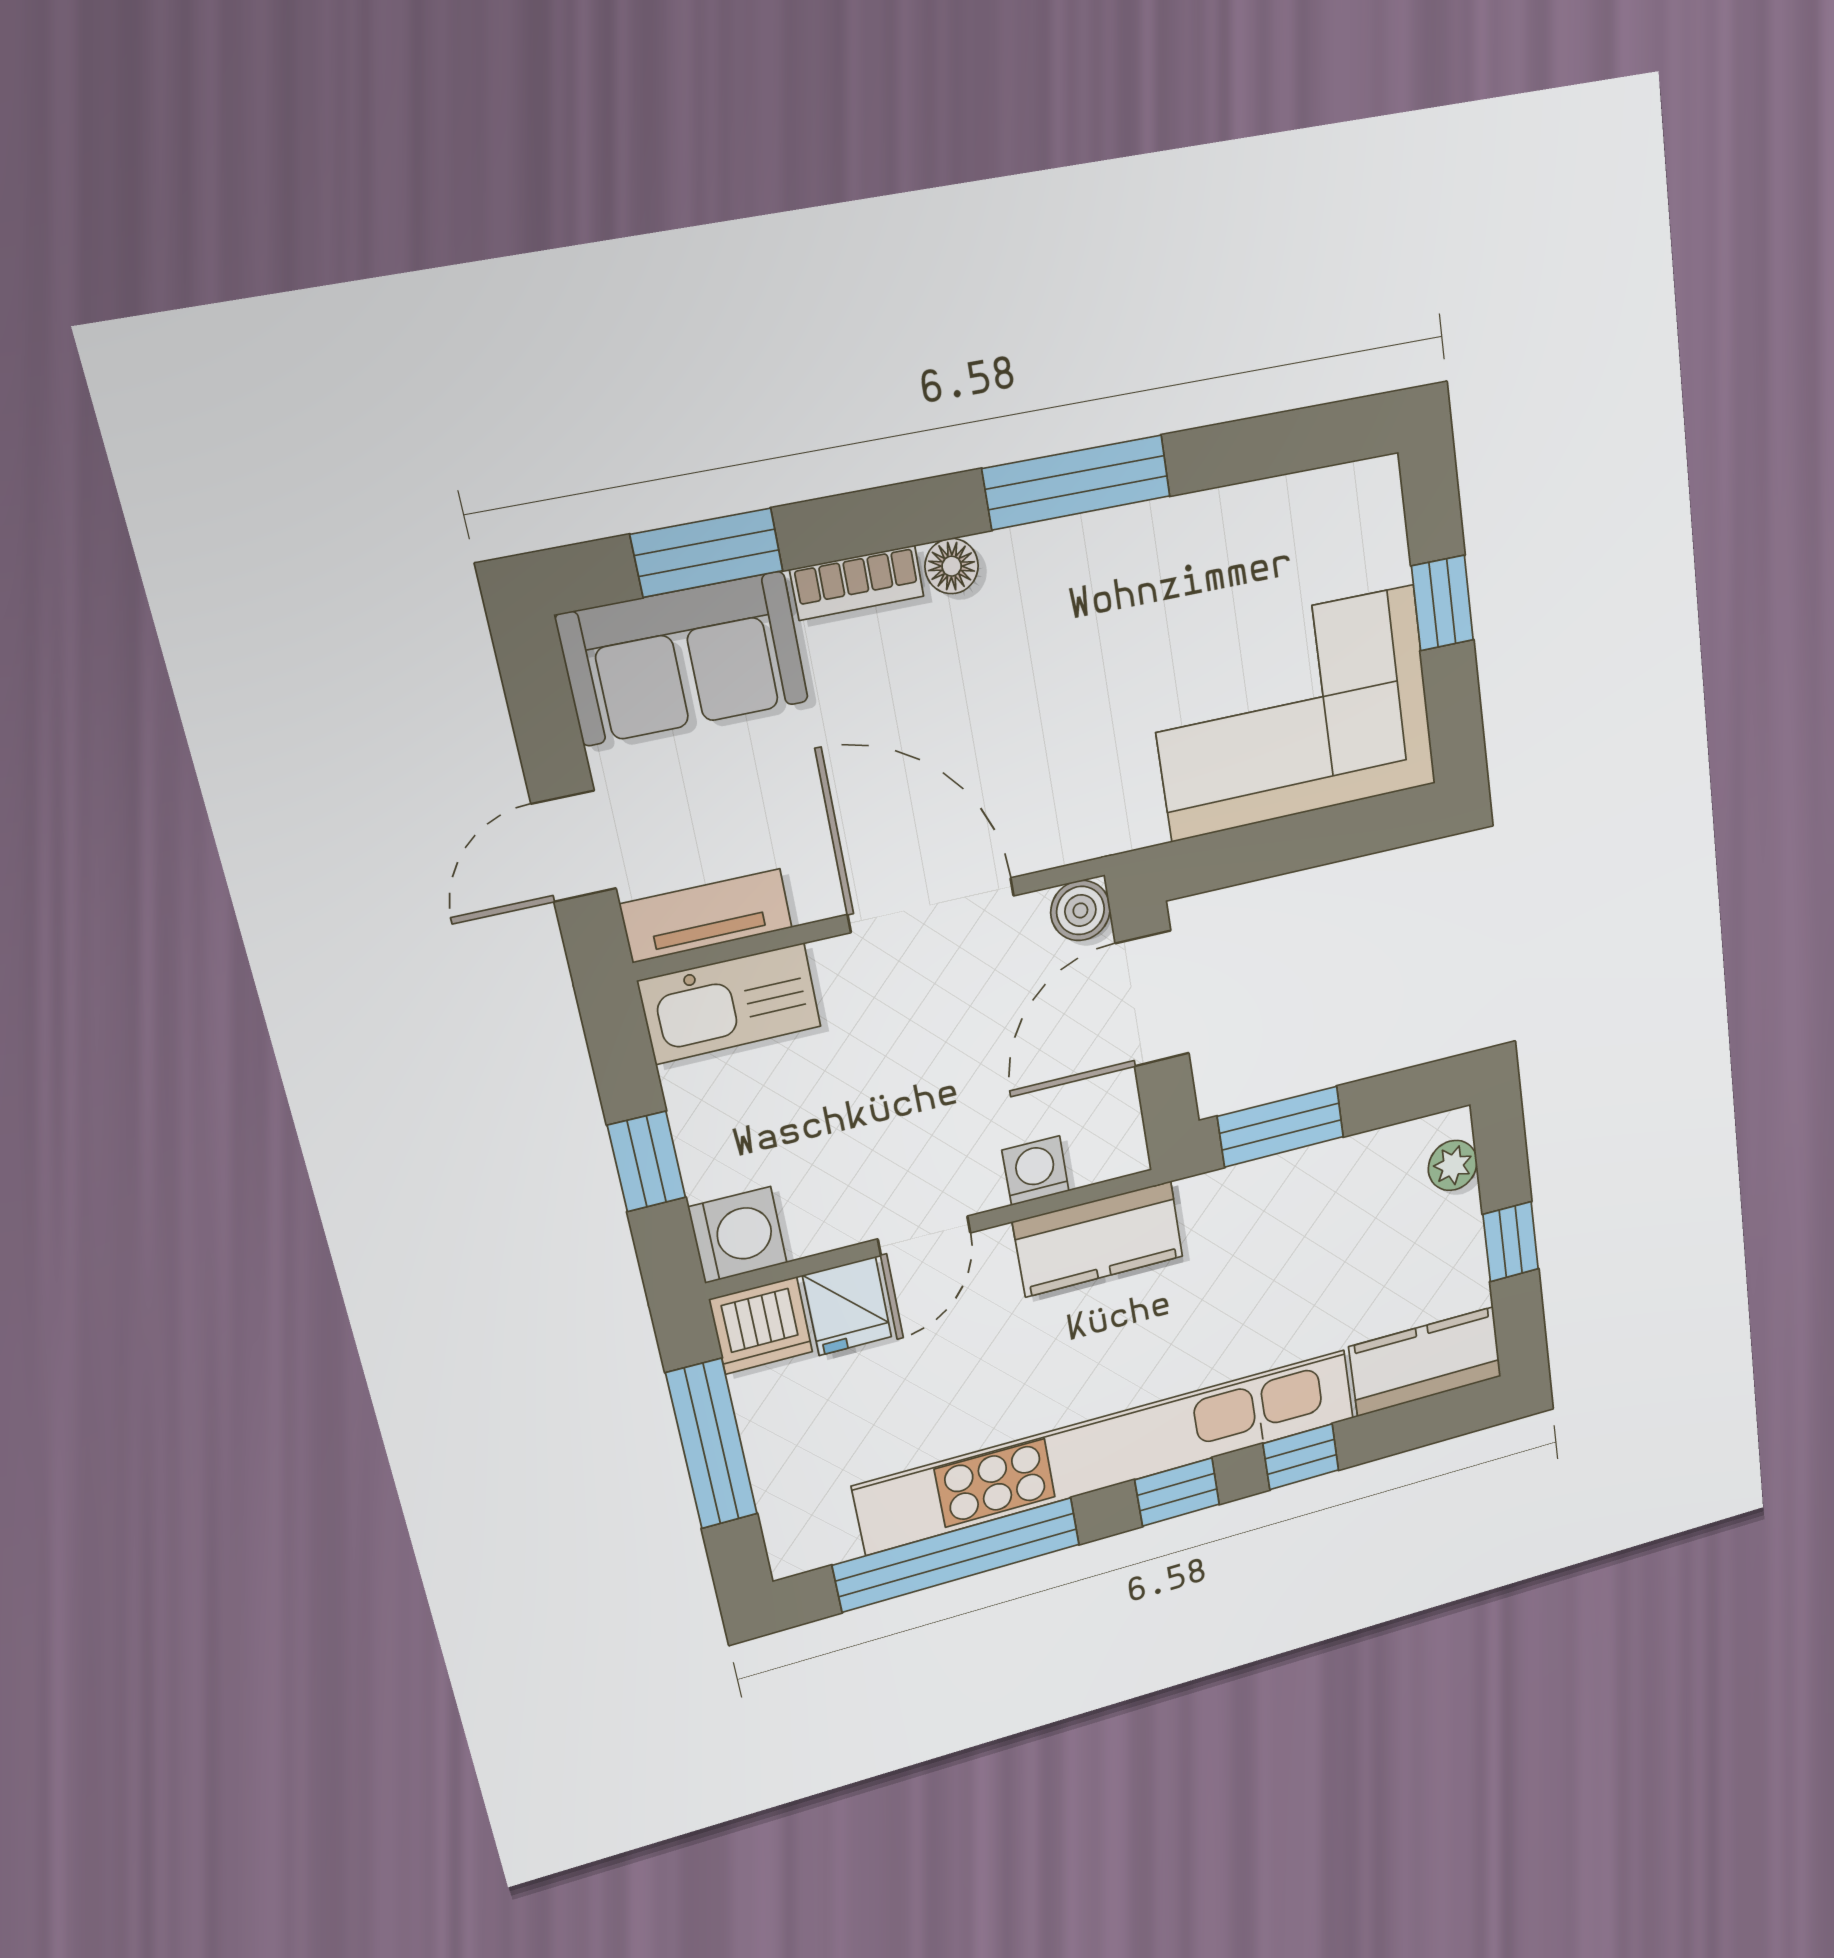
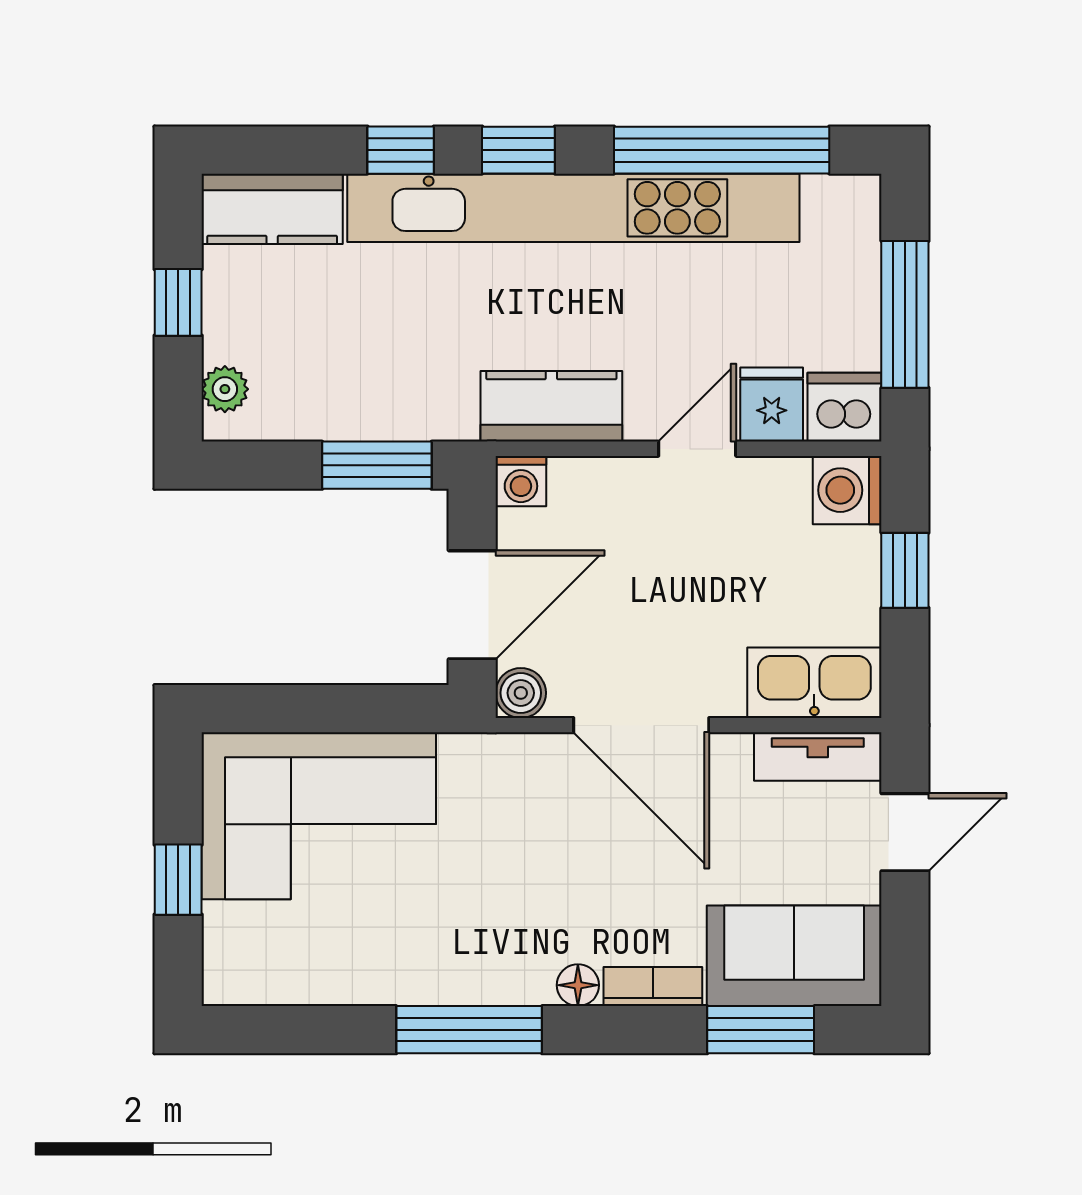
washing machine: (1036, 1171) -> (521, 481), moved

